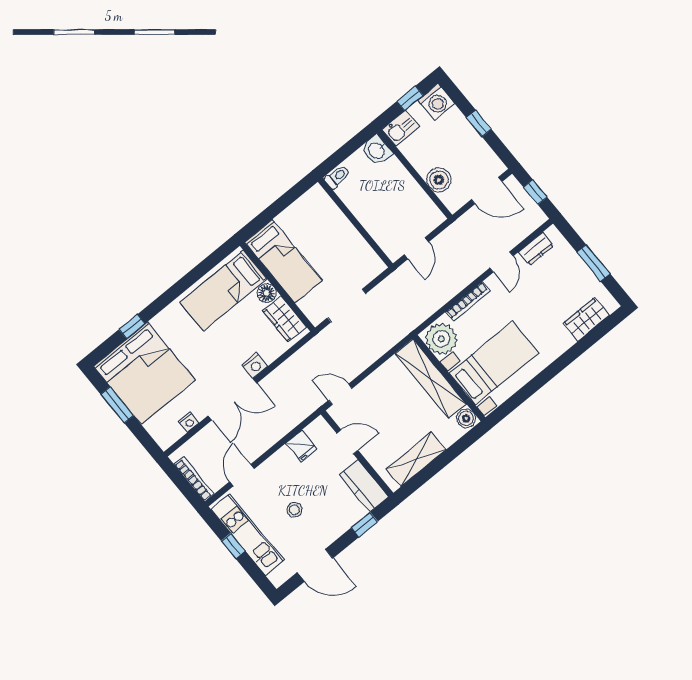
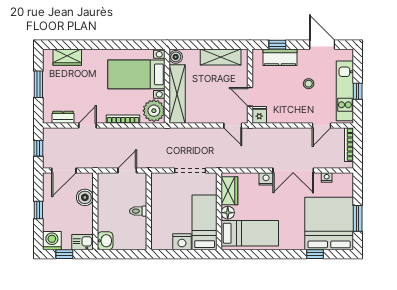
toilet: (337, 177) -> (138, 211), moved
door: (487, 191) -> (64, 170), swing flipped
nightstand: (291, 219) -> (182, 242), added
double door: (232, 399) -> (293, 170), swing flipped
fridge: (301, 446) -> (259, 115), moved
kitchen counter: (364, 486) -> (280, 57), moved, turned 90

